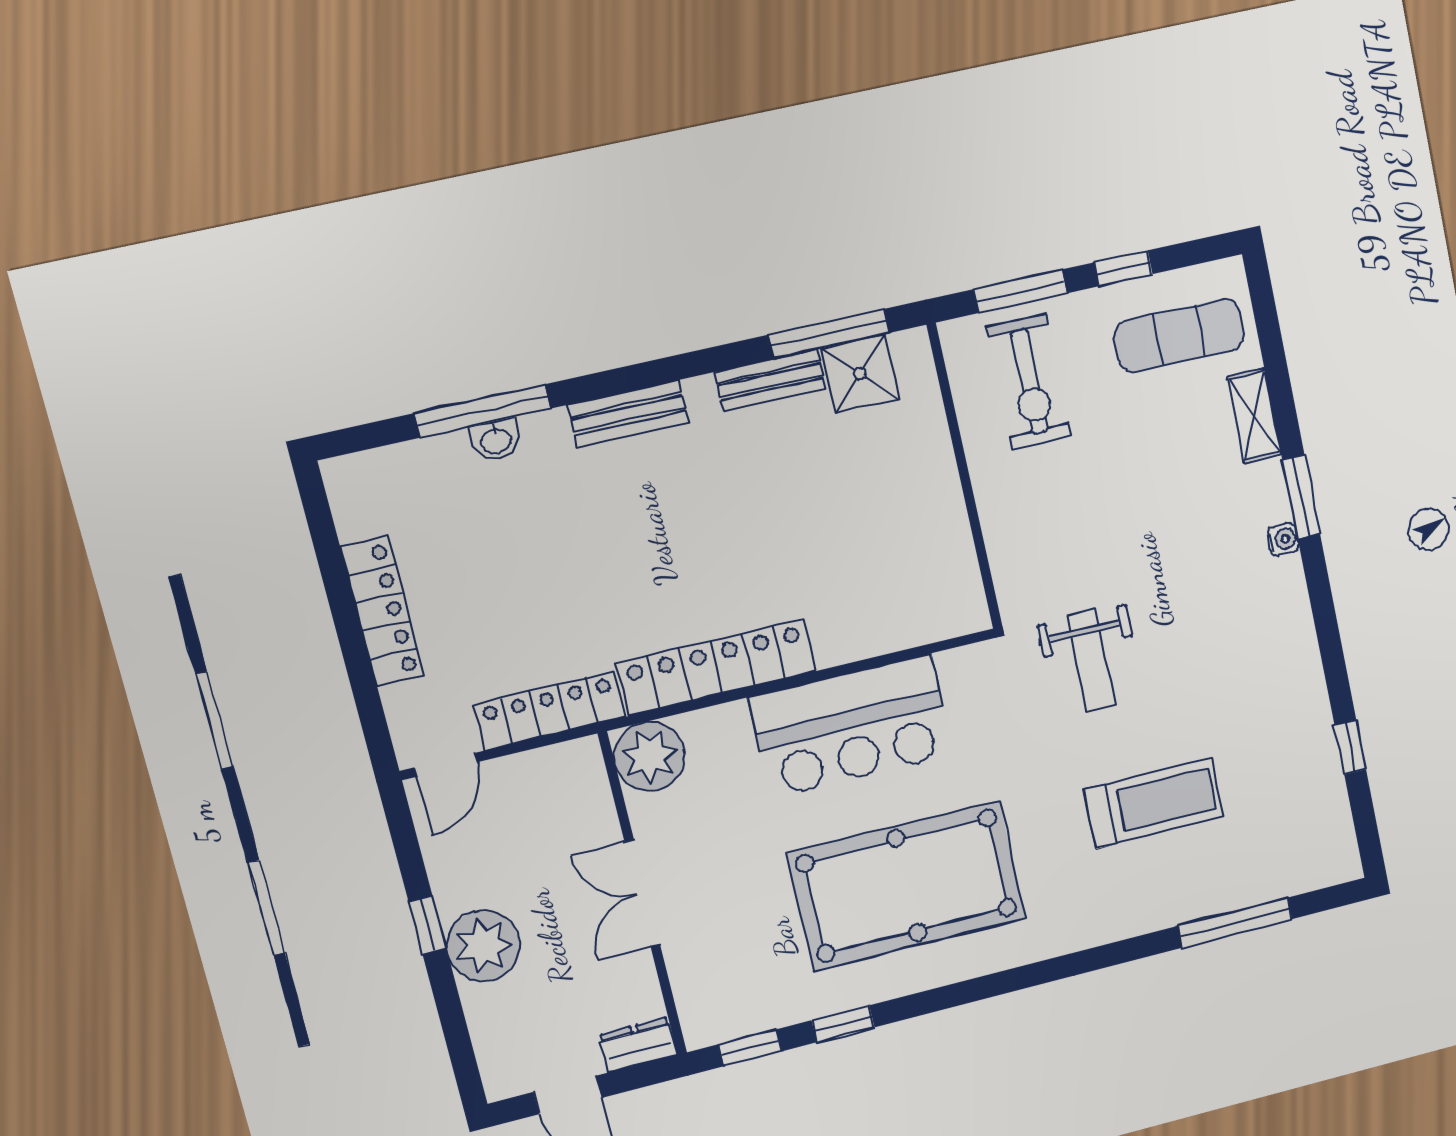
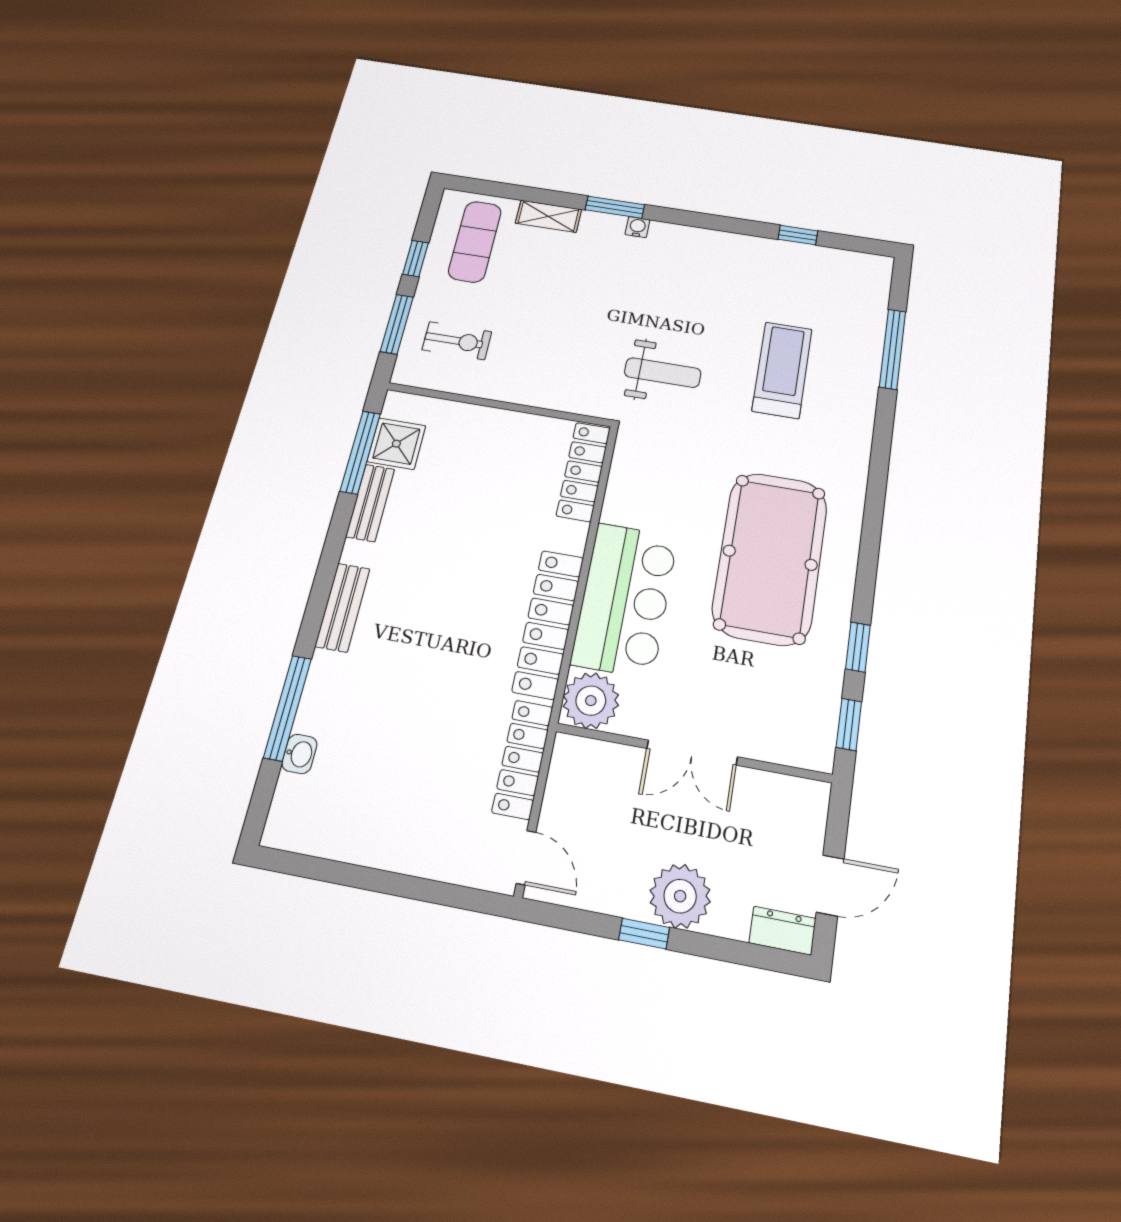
exercise bike: (1029, 381) -> (457, 341), width x0.73, depth x0.72
washbasin: (496, 440) -> (299, 754), moved
locker: (382, 611) -> (583, 472), moved, turned -90
bar counter: (851, 726) -> (625, 600), moved
dresser: (638, 1045) -> (782, 931), moved, turned 90

